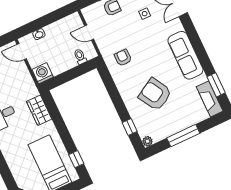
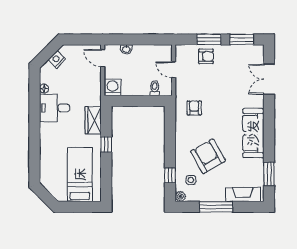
side table: (145, 14) -> (191, 180), moved
fireplace: (210, 99) -> (243, 195), moved, turned 90
window: (76, 159) -> (106, 145), moved

